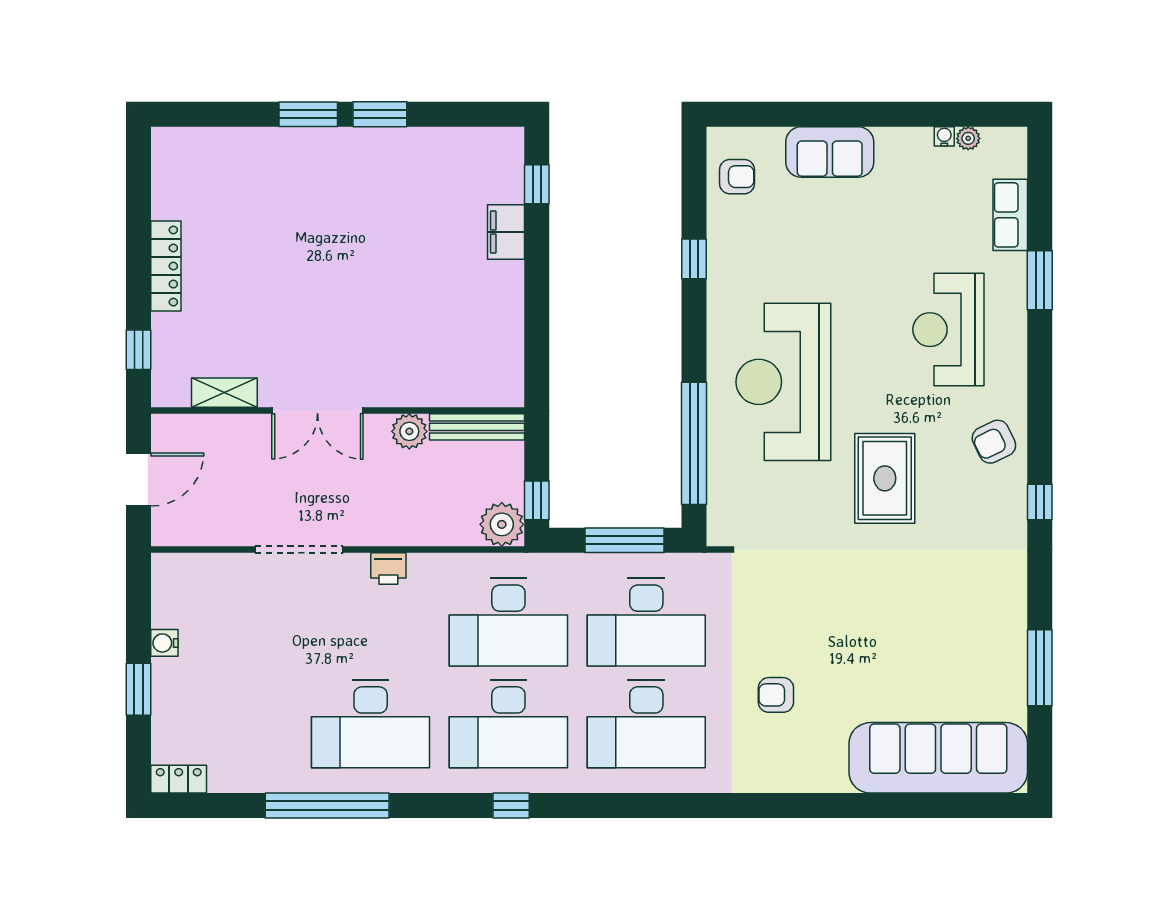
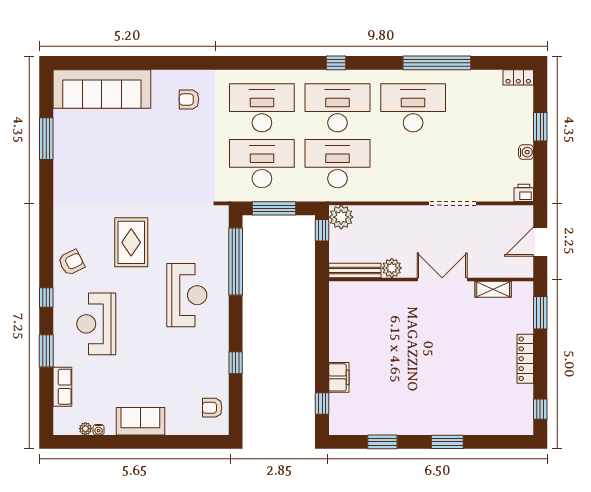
window: (380, 114) -> (382, 442), moved
sofa: (830, 152) -> (140, 421), moved
window: (139, 174) -> (540, 409), added
reception desk: (948, 330) -> (96, 324), turned 180
window: (139, 350) -> (540, 313), width x1.50
reception desk: (783, 382) -> (187, 295), width x0.74, depth x0.77
window: (1040, 502) -> (46, 297), moved
printer: (388, 568) -> (524, 193), moved
armchair: (776, 695) -> (189, 99), moved, turned 180

